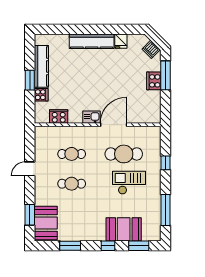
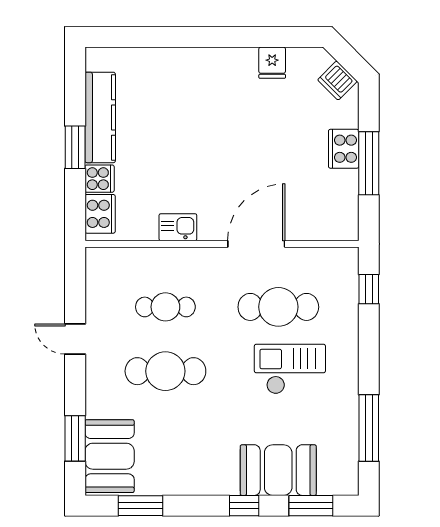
kitchen counter: (92, 41) -> (209, 63), removed
window: (166, 75) -> (369, 163), moved
cooker: (59, 116) -> (100, 214), moved, turned 90
kitchen sink: (92, 117) -> (178, 227), moved
window: (166, 163) -> (369, 289), moved
door: (30, 169) -> (75, 339), hinge flipped
cafe table: (72, 184) -> (165, 371), width x1.37, depth x1.35
window: (70, 246) -> (141, 506), moved

